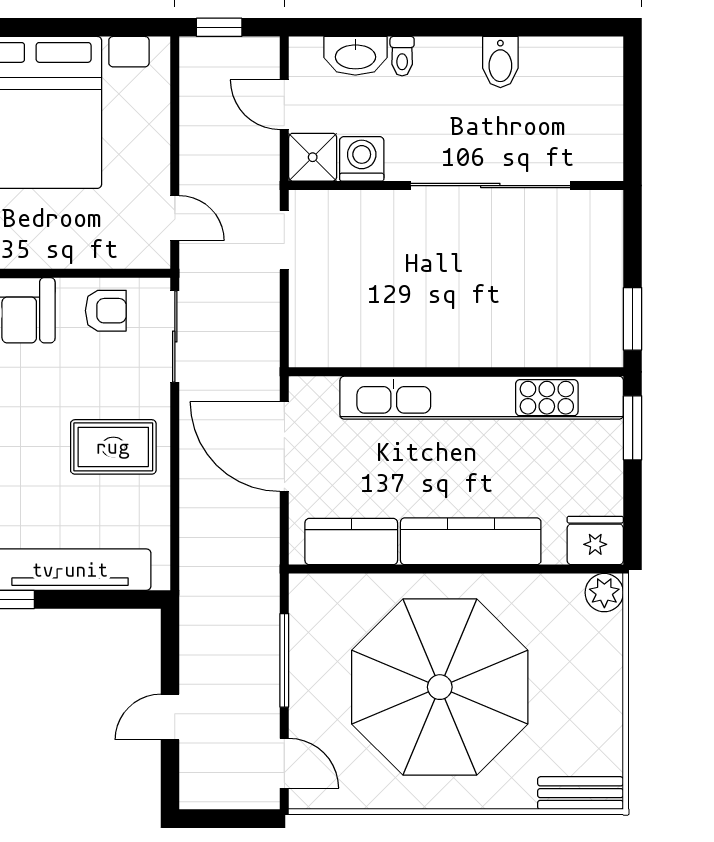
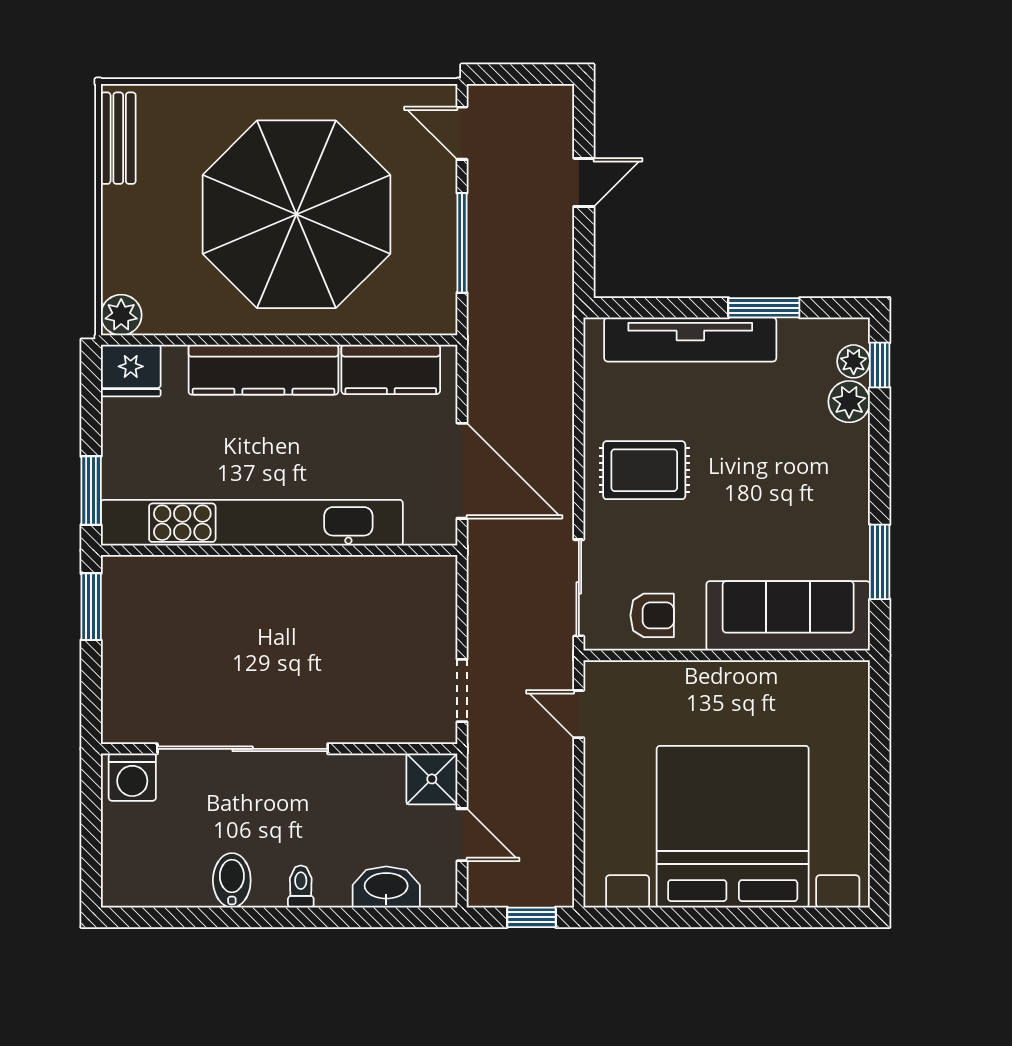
toilet: (402, 56) -> (301, 887), moved
washing machine: (362, 159) -> (132, 777), moved
armchair: (106, 311) -> (652, 615), turned 180
bench: (580, 793) -> (118, 138), moved, turned 90

